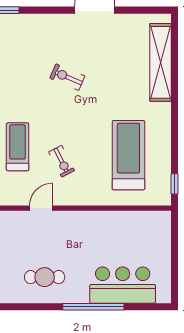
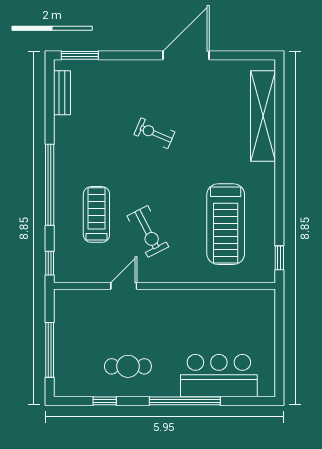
treadmill: (128, 155) -> (226, 224), turned 180
exercise bike: (62, 161) -> (148, 231), width x1.38, depth x1.39
window: (25, 307) -> (105, 401), added

